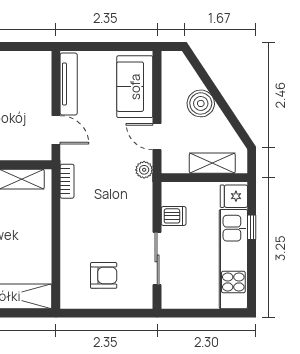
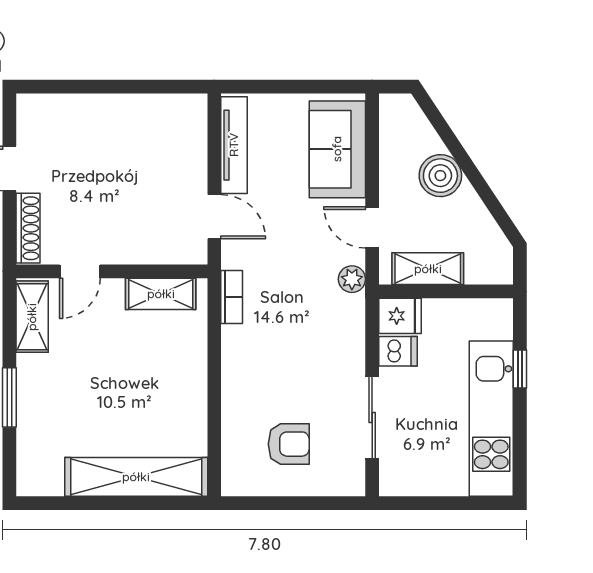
shelving: (212, 163) -> (428, 269), moved
fridge: (234, 196) -> (400, 316), moved, turned 180

